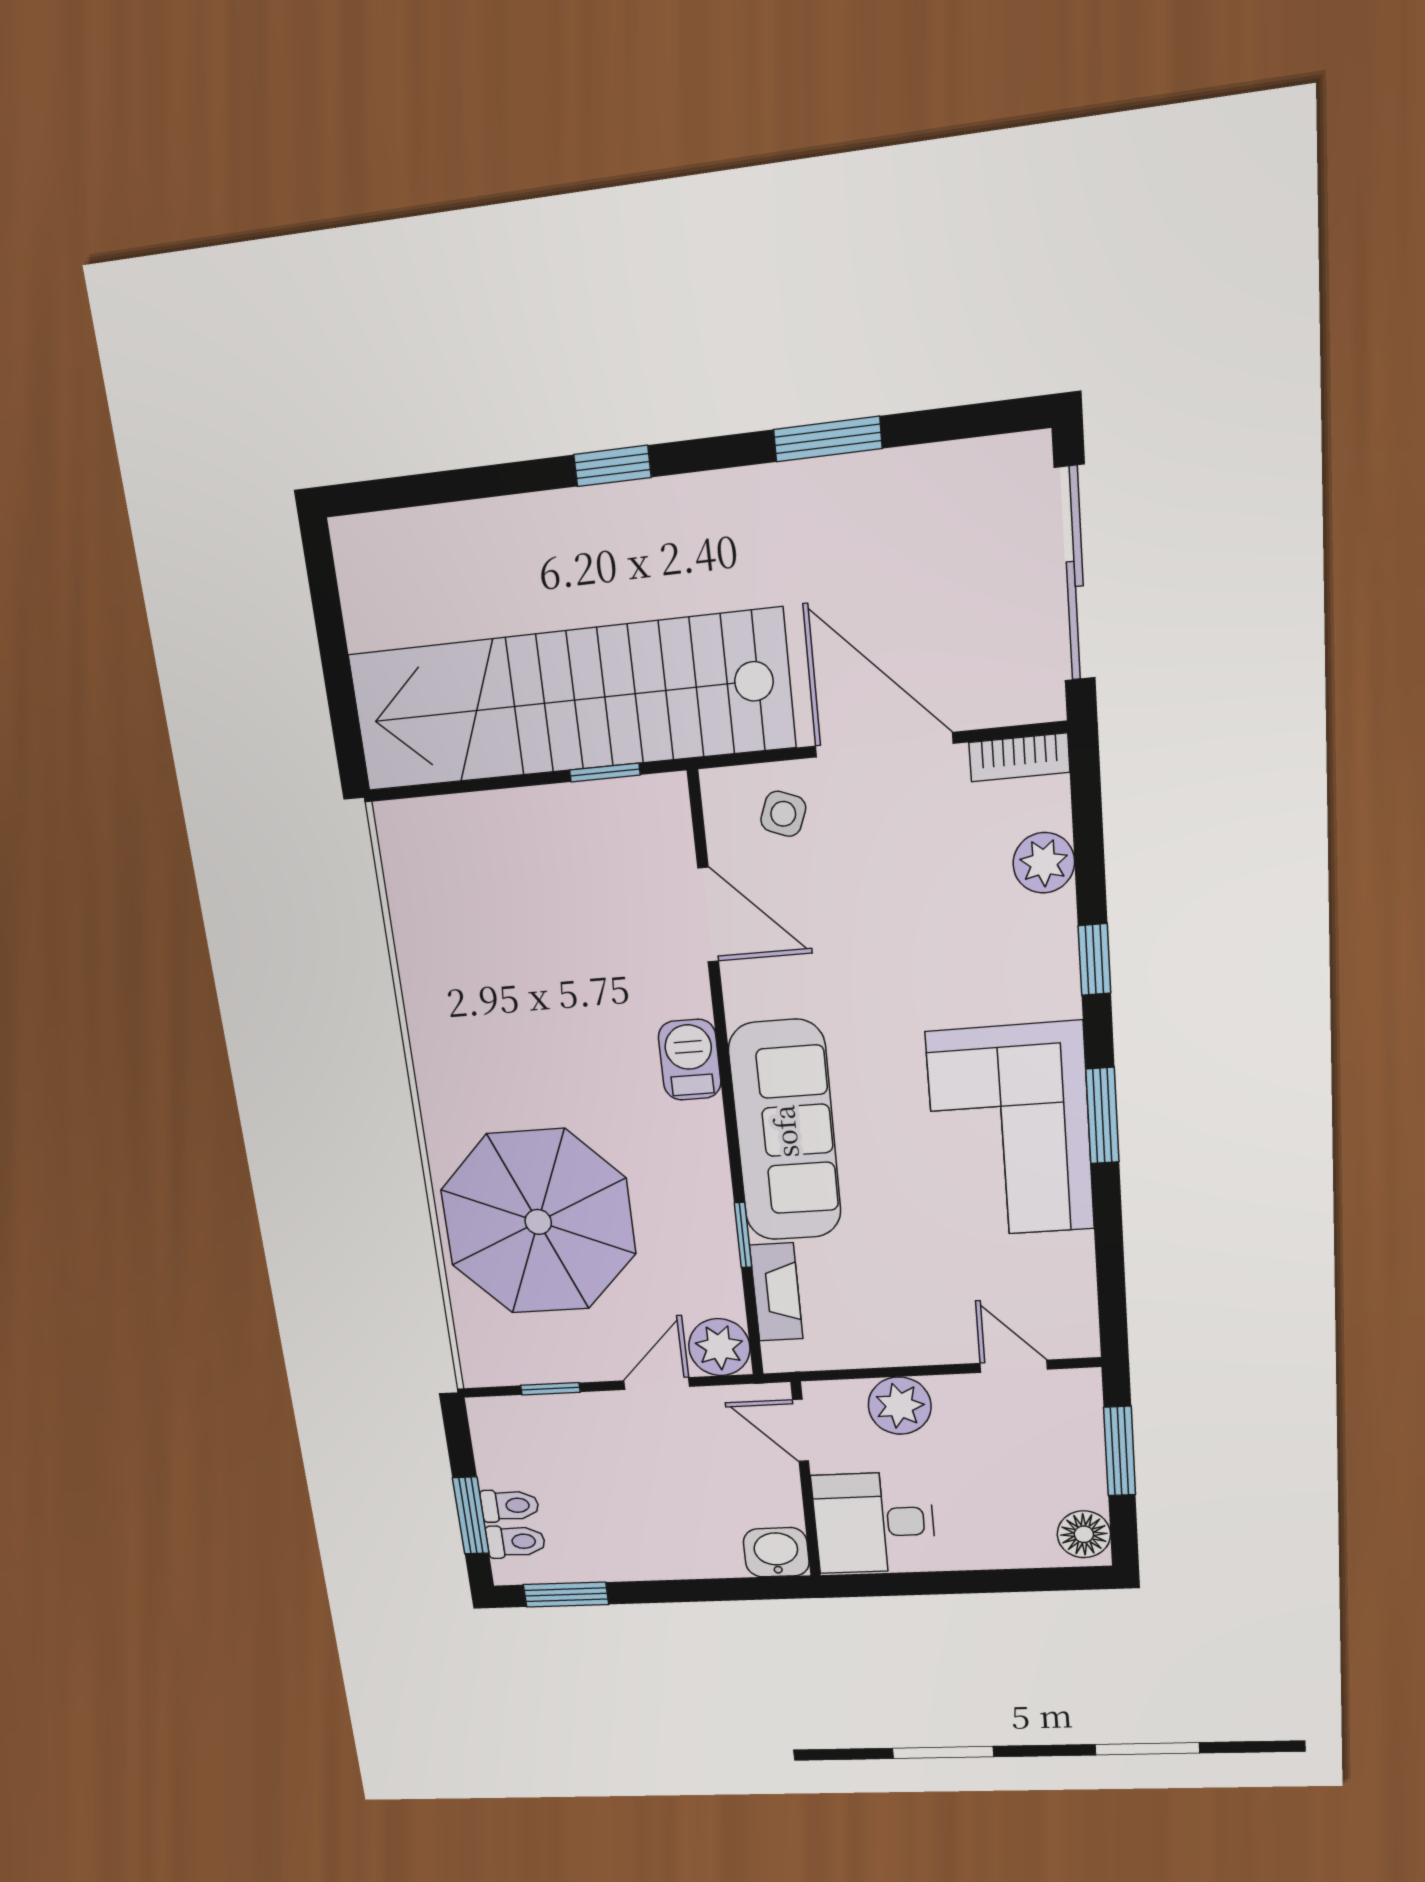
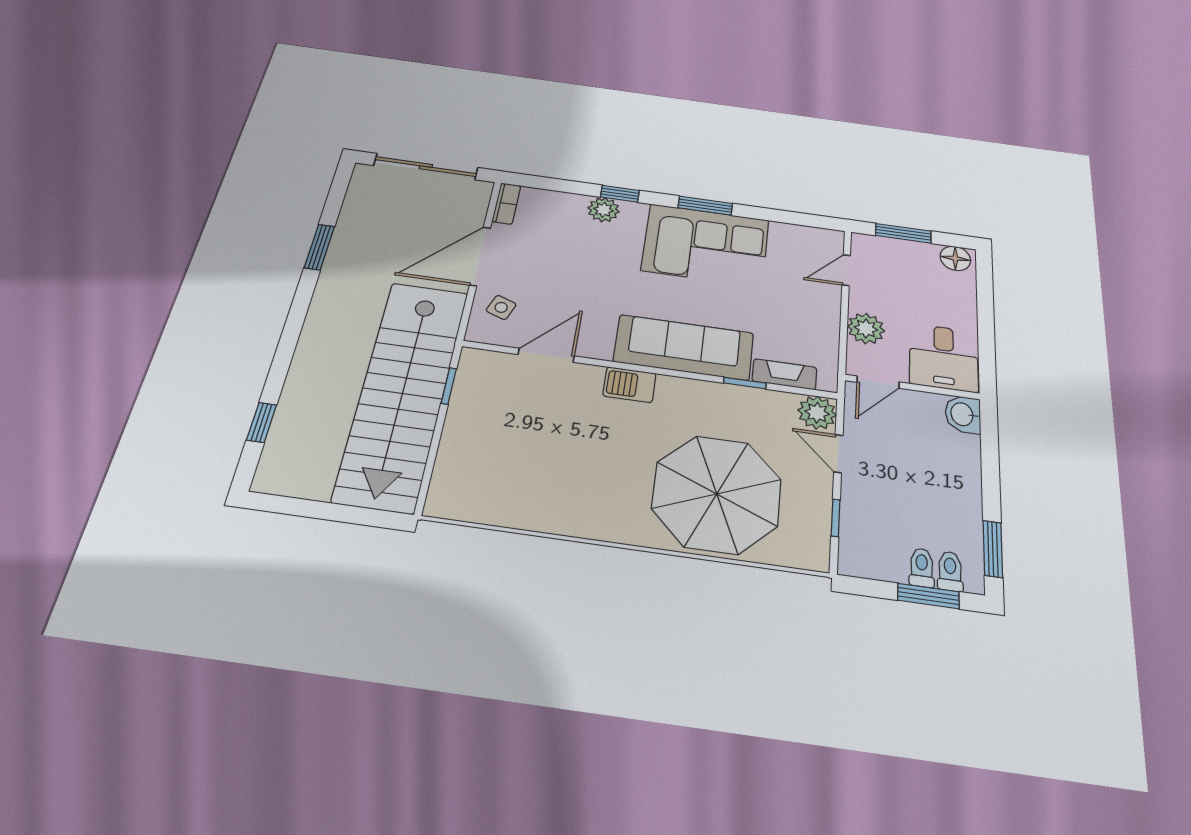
window: (612, 466) -> (262, 422), moved
plant: (1044, 863) -> (604, 210), moved

